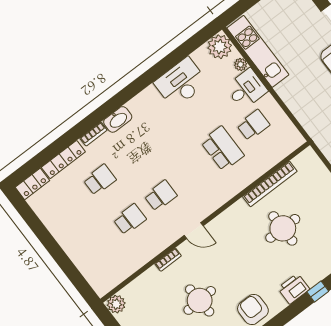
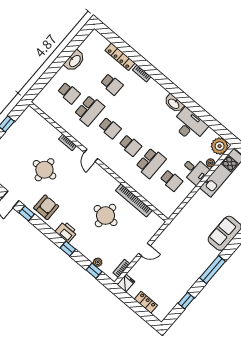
washbasin: (118, 119) -> (174, 104), moved
school desk: (191, 172) -> (130, 145), added
locker: (32, 184) -> (99, 39), removed
school desk: (130, 219) -> (89, 110), width x1.85
washbasin: (55, 225) -> (75, 61), added
school desk: (99, 243) -> (69, 93), added
plant: (116, 304) -> (30, 114), removed

